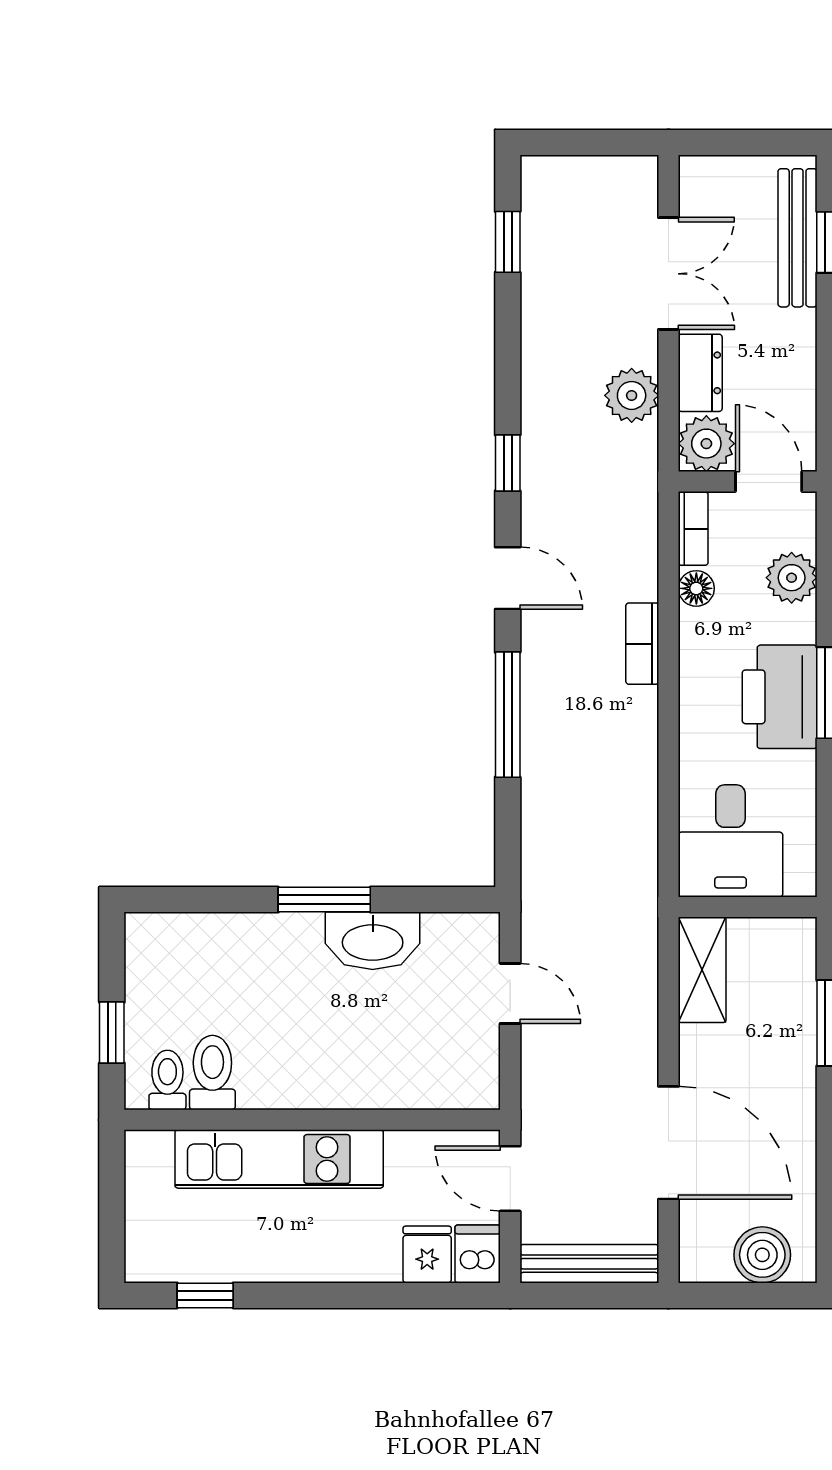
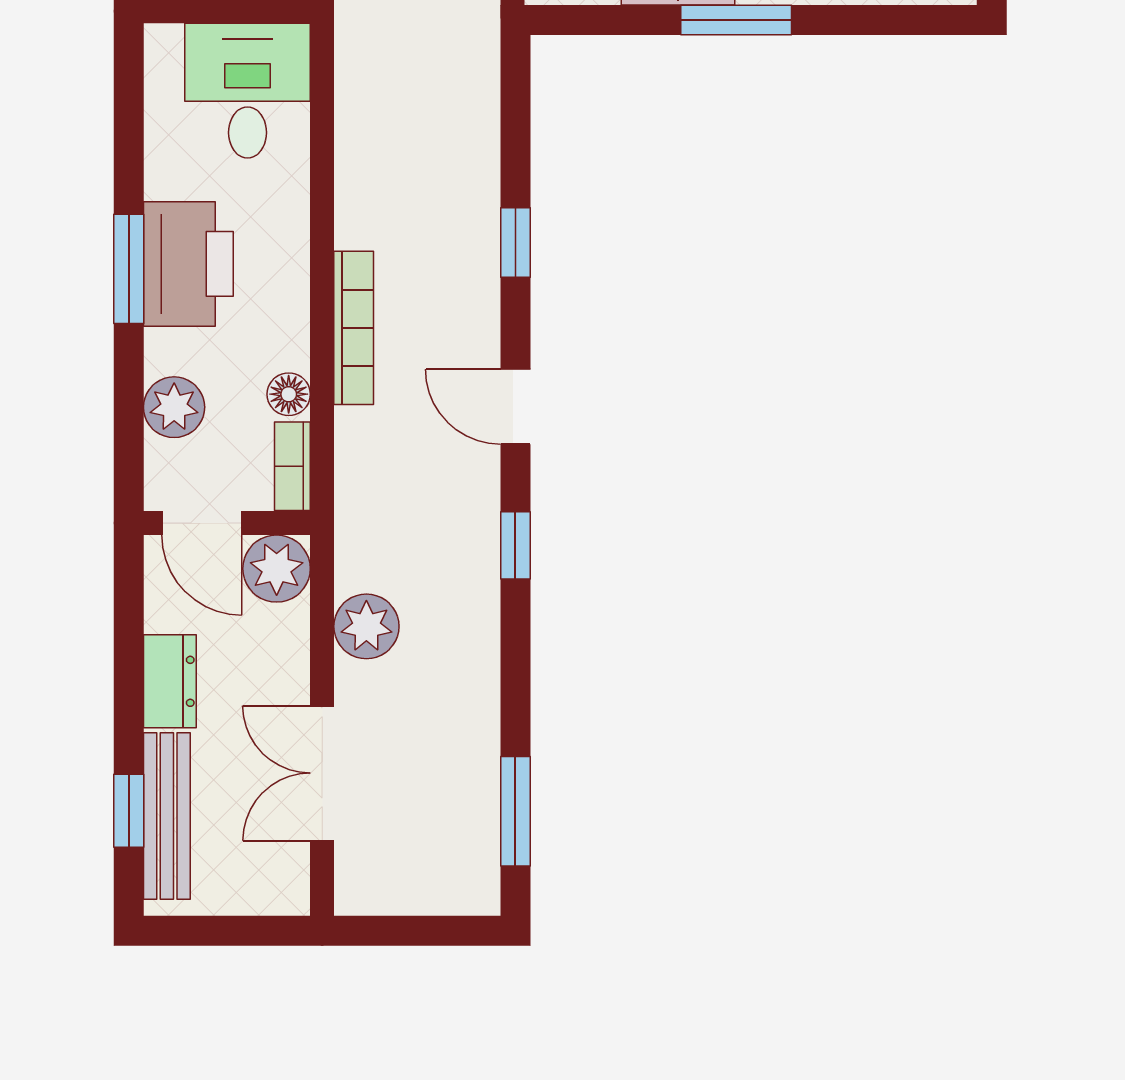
window: (508, 242) -> (515, 811), width x1.50
dresser: (700, 373) -> (170, 681), moved, turned 180
bookcase: (642, 644) -> (354, 328), width x1.56
window: (508, 715) -> (515, 243), width x0.46

